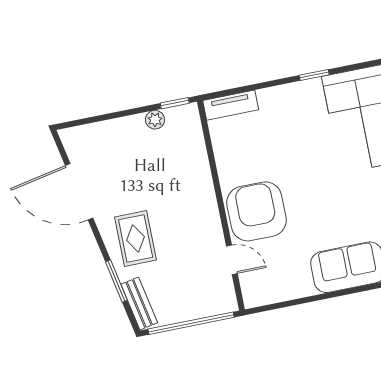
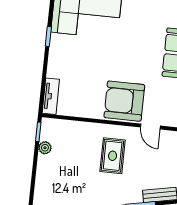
rug: (136, 238) -> (113, 156), moved, turned 90
door: (232, 260) -> (150, 127), swing flipped

